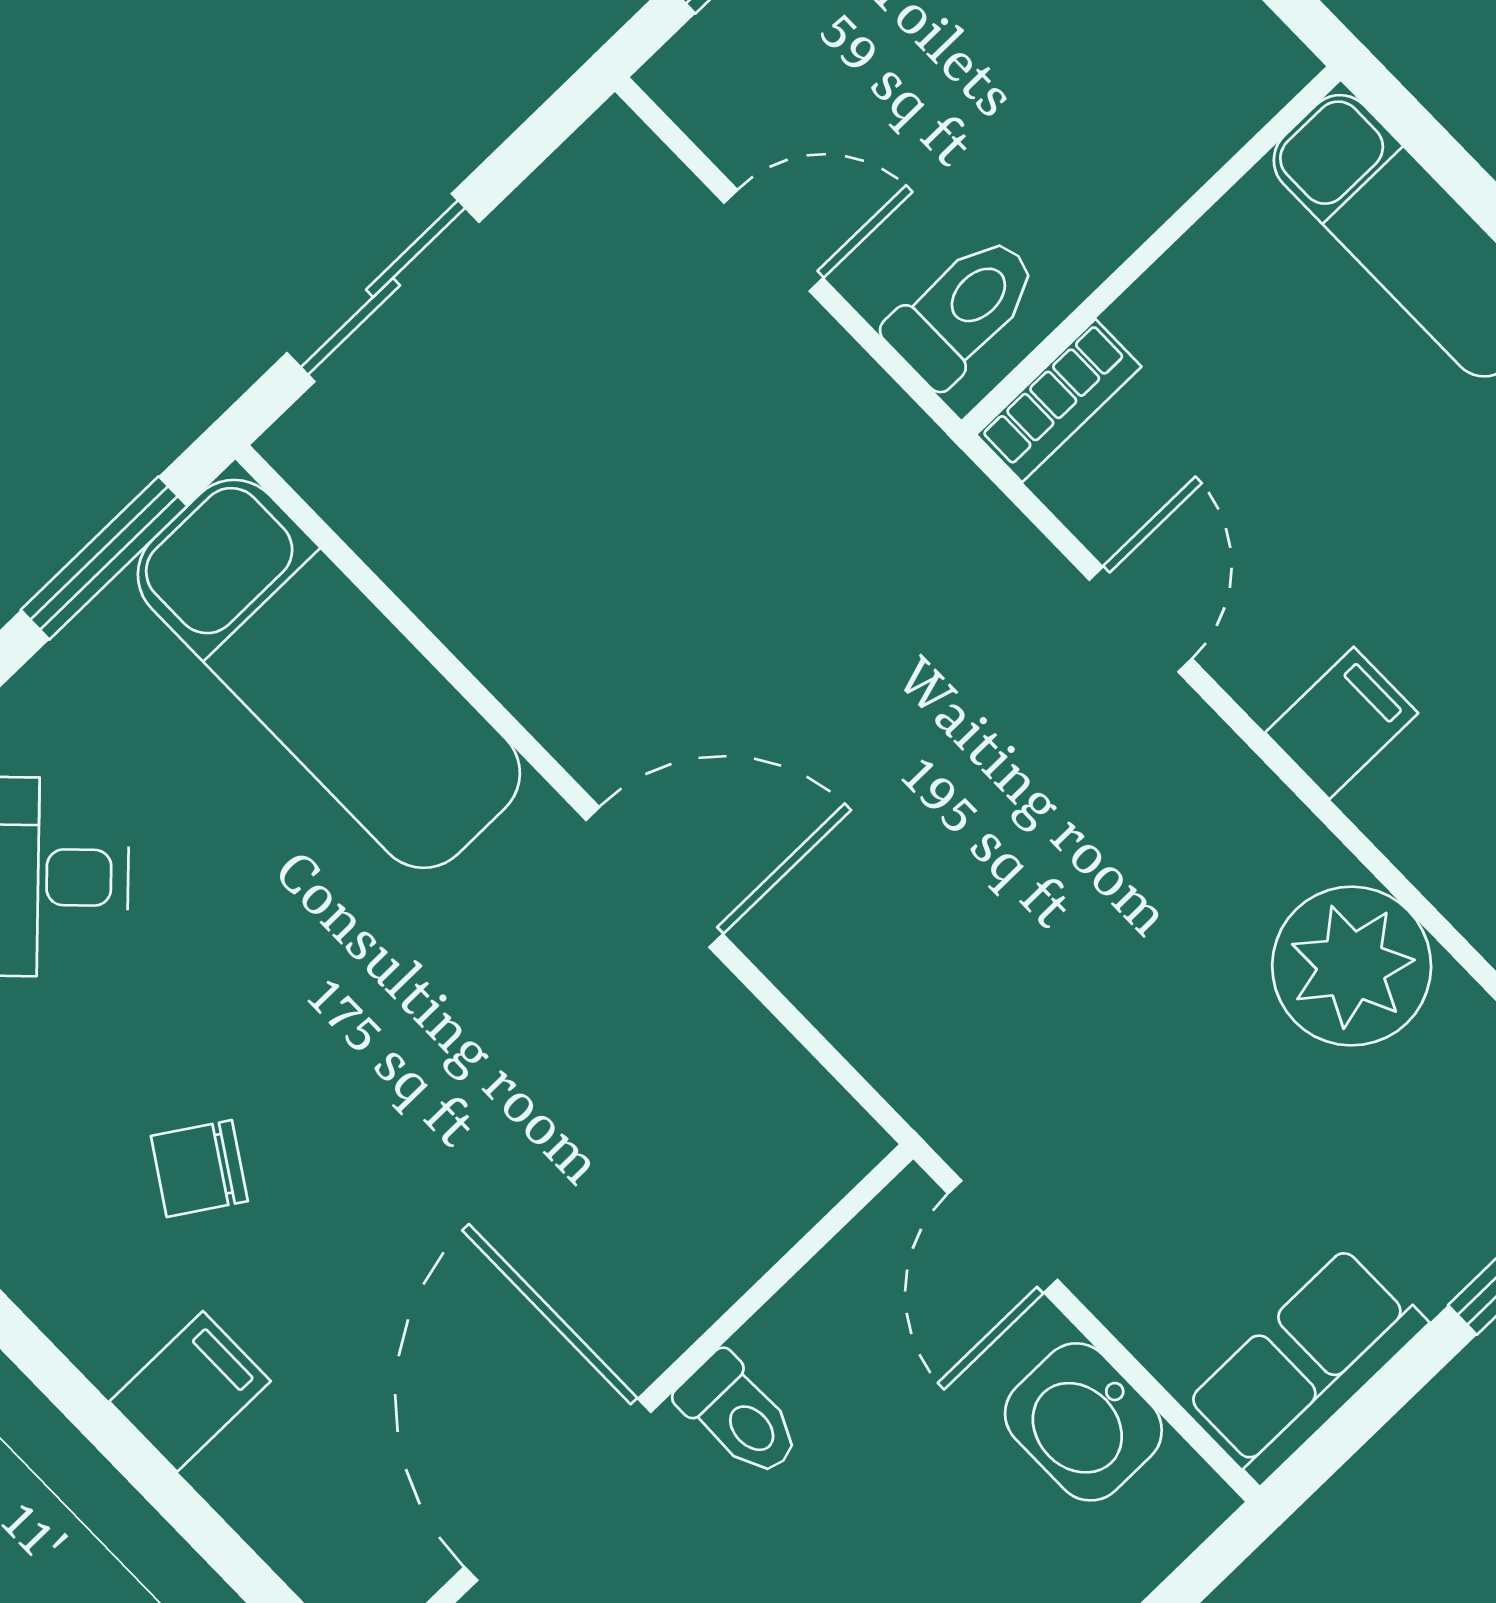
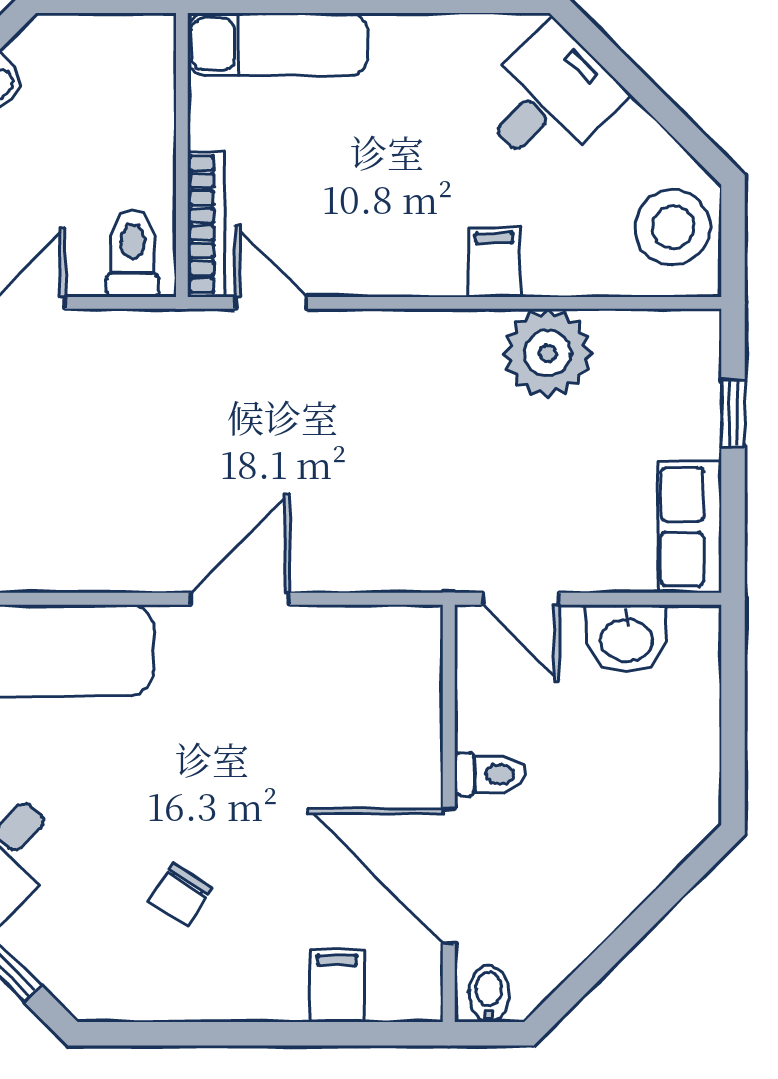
bookcase: (1059, 401) -> (206, 224), width x1.56
door: (1140, 619) -> (271, 303), moved
filing cabinet: (1342, 723) -> (494, 262), moved
filing cabinet: (190, 1391) -> (337, 986), moved

